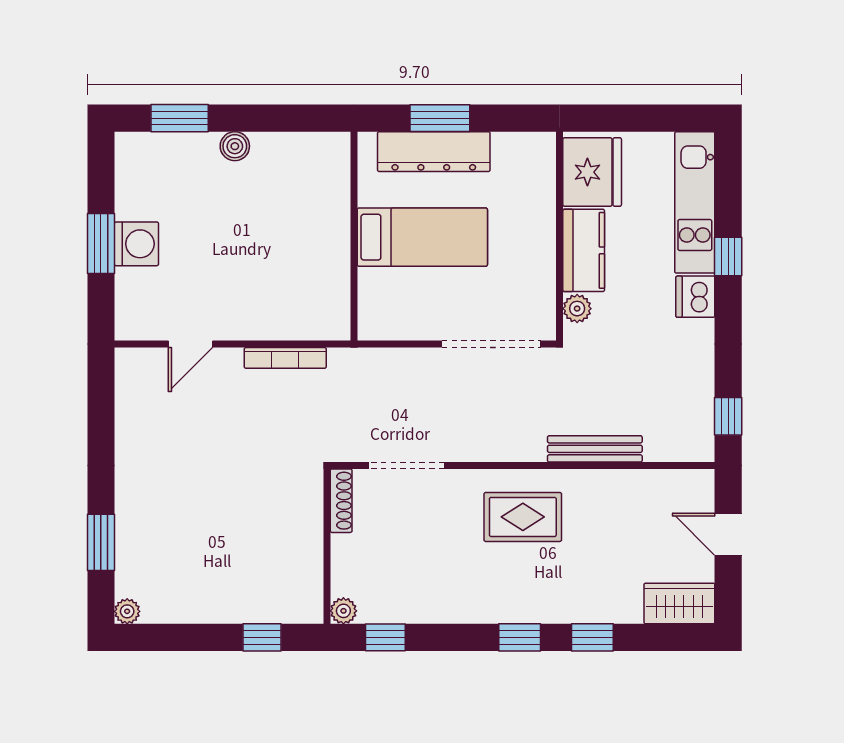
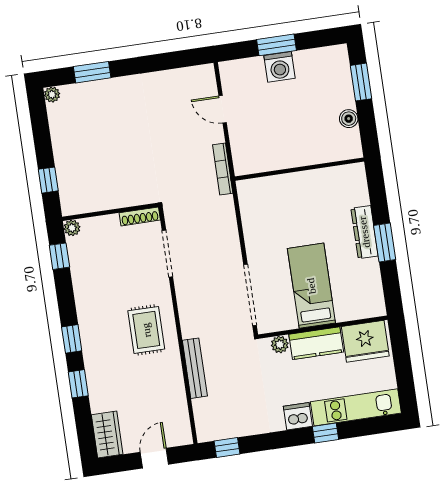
dresser: (434, 152) -> (364, 232), width x0.73, depth x0.80
wall: (354, 236) -> (299, 169), moved
bed: (422, 237) -> (311, 286), moved, turned 180

